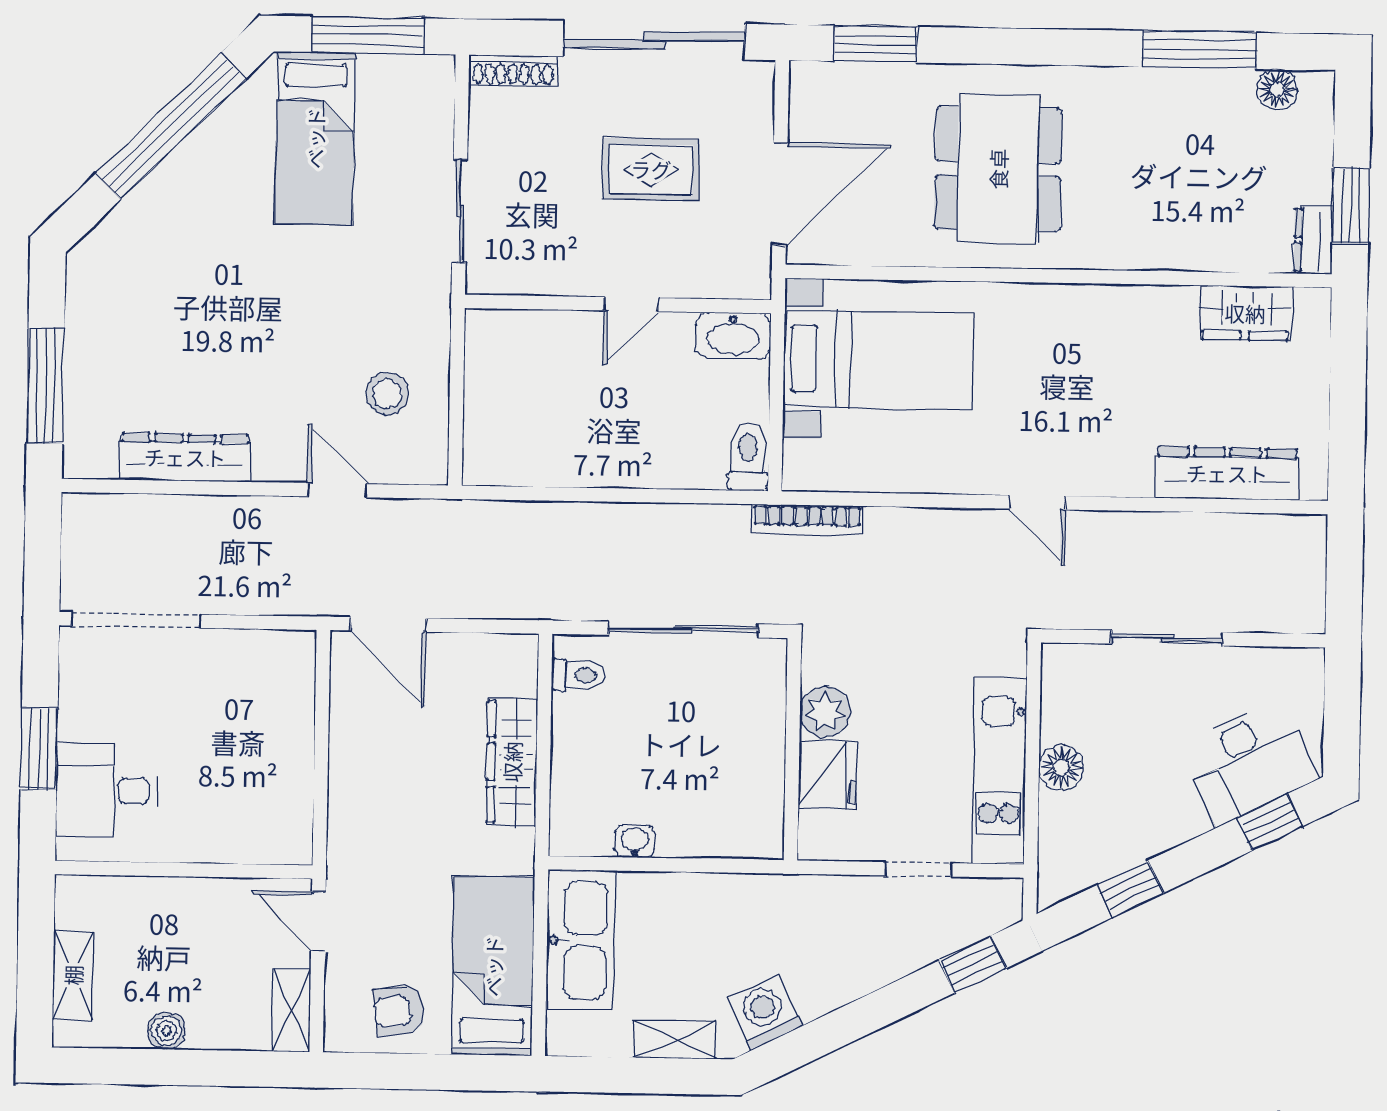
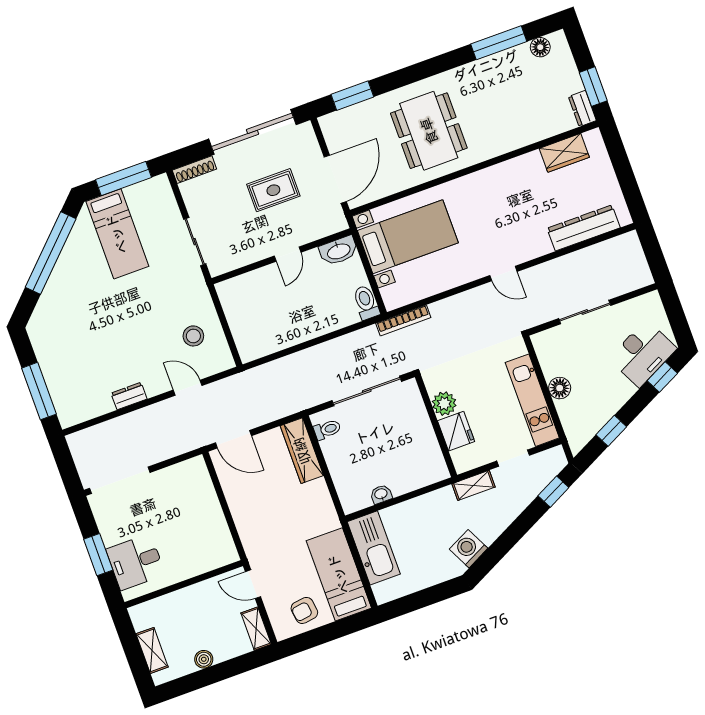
dresser: (185, 457) -> (129, 396), width x0.51, depth x0.80
wardrobe: (512, 762) -> (302, 451), moved
shelving: (675, 1040) -> (474, 485), moved

